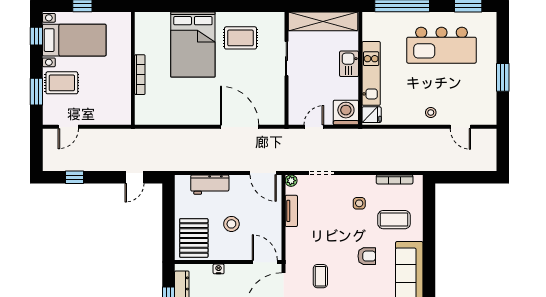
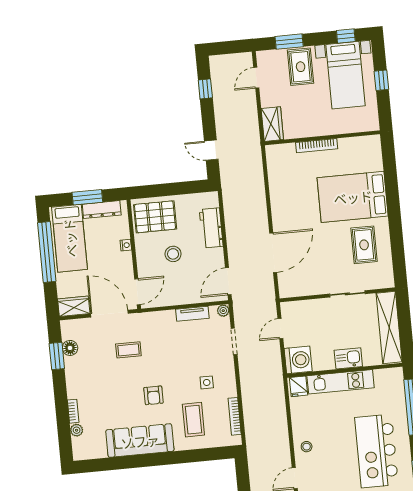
wardrobe: (115, 116) -> (272, 124), added
door: (68, 127) -> (256, 78), hinge flipped
door: (314, 127) -> (280, 329), swing flipped

